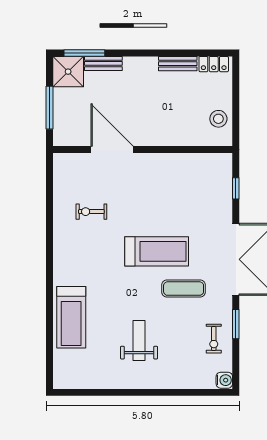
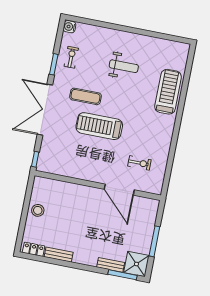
door: (112, 149) -> (119, 190), moved
wall: (143, 149) -> (98, 185), moved
weight bench: (139, 340) -> (124, 66), turned -90

